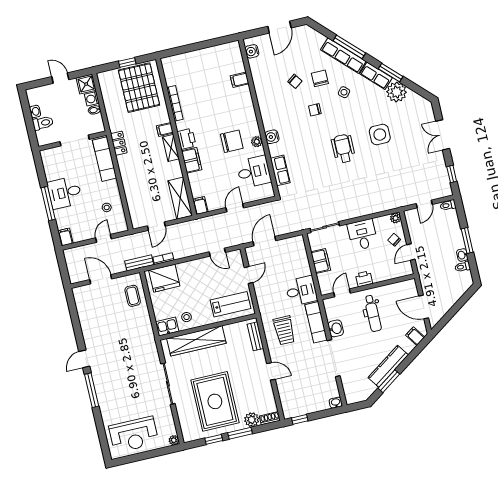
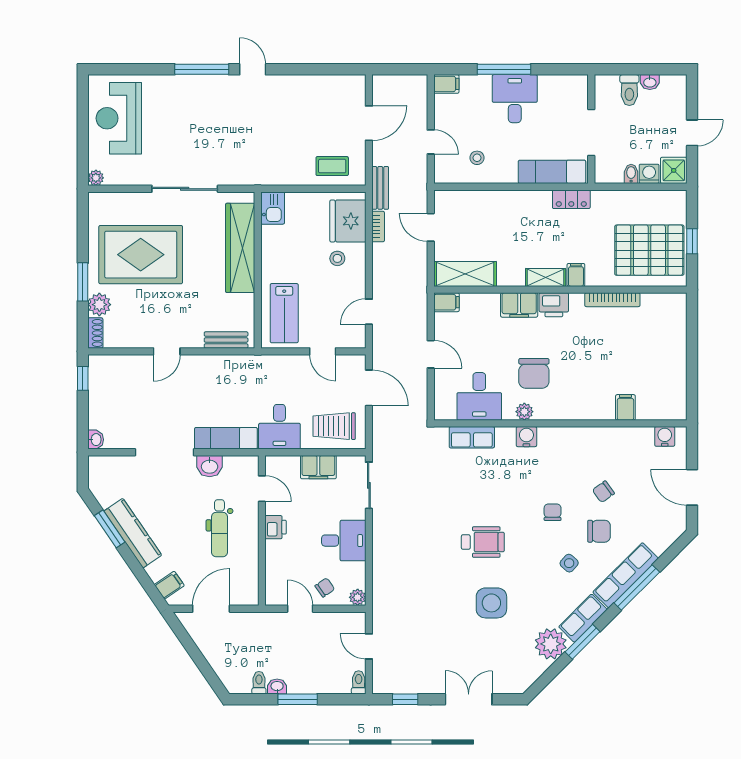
dental chair: (373, 313) -> (219, 528), turned -90
stool: (187, 317) -> (337, 258), moved
trolley: (284, 330) -> (334, 426), moved
window: (214, 439) -> (83, 239), removed

